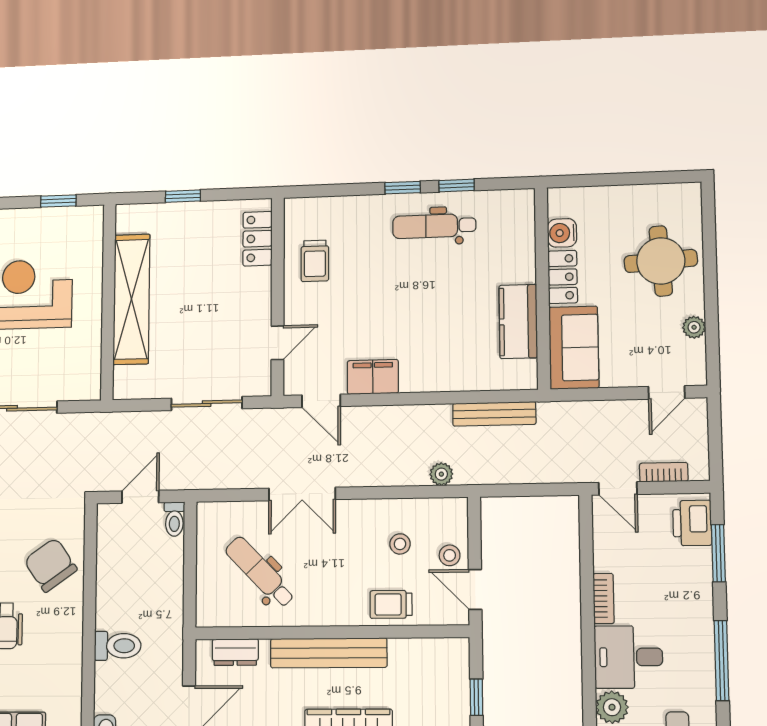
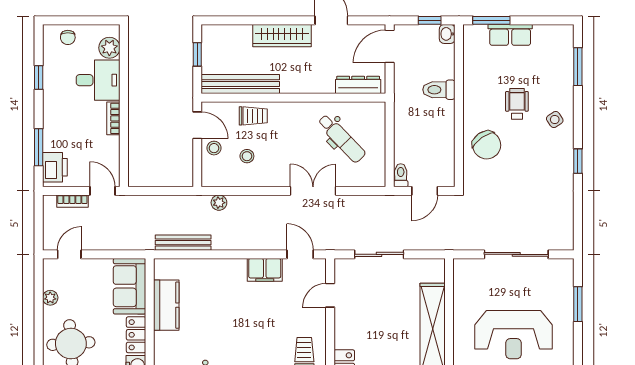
dresser: (235, 652) -> (358, 85), width x1.44
bench: (329, 653) -> (240, 84), moved
window: (722, 660) -> (39, 78), width x0.46

